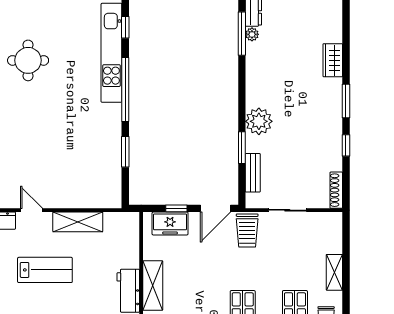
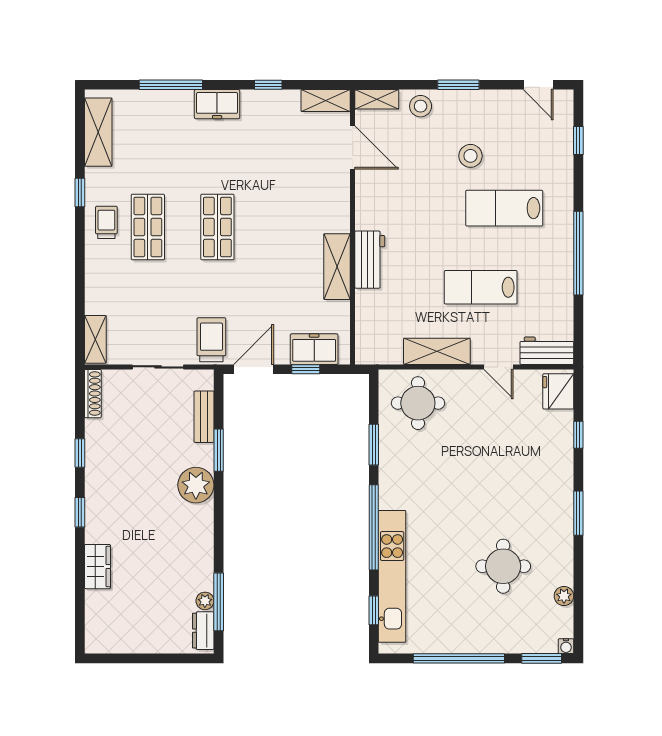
window: (346, 101) -> (80, 512), width x0.67
round table: (92, 183) -> (418, 403), added
shelving: (334, 272) -> (95, 339), moved

